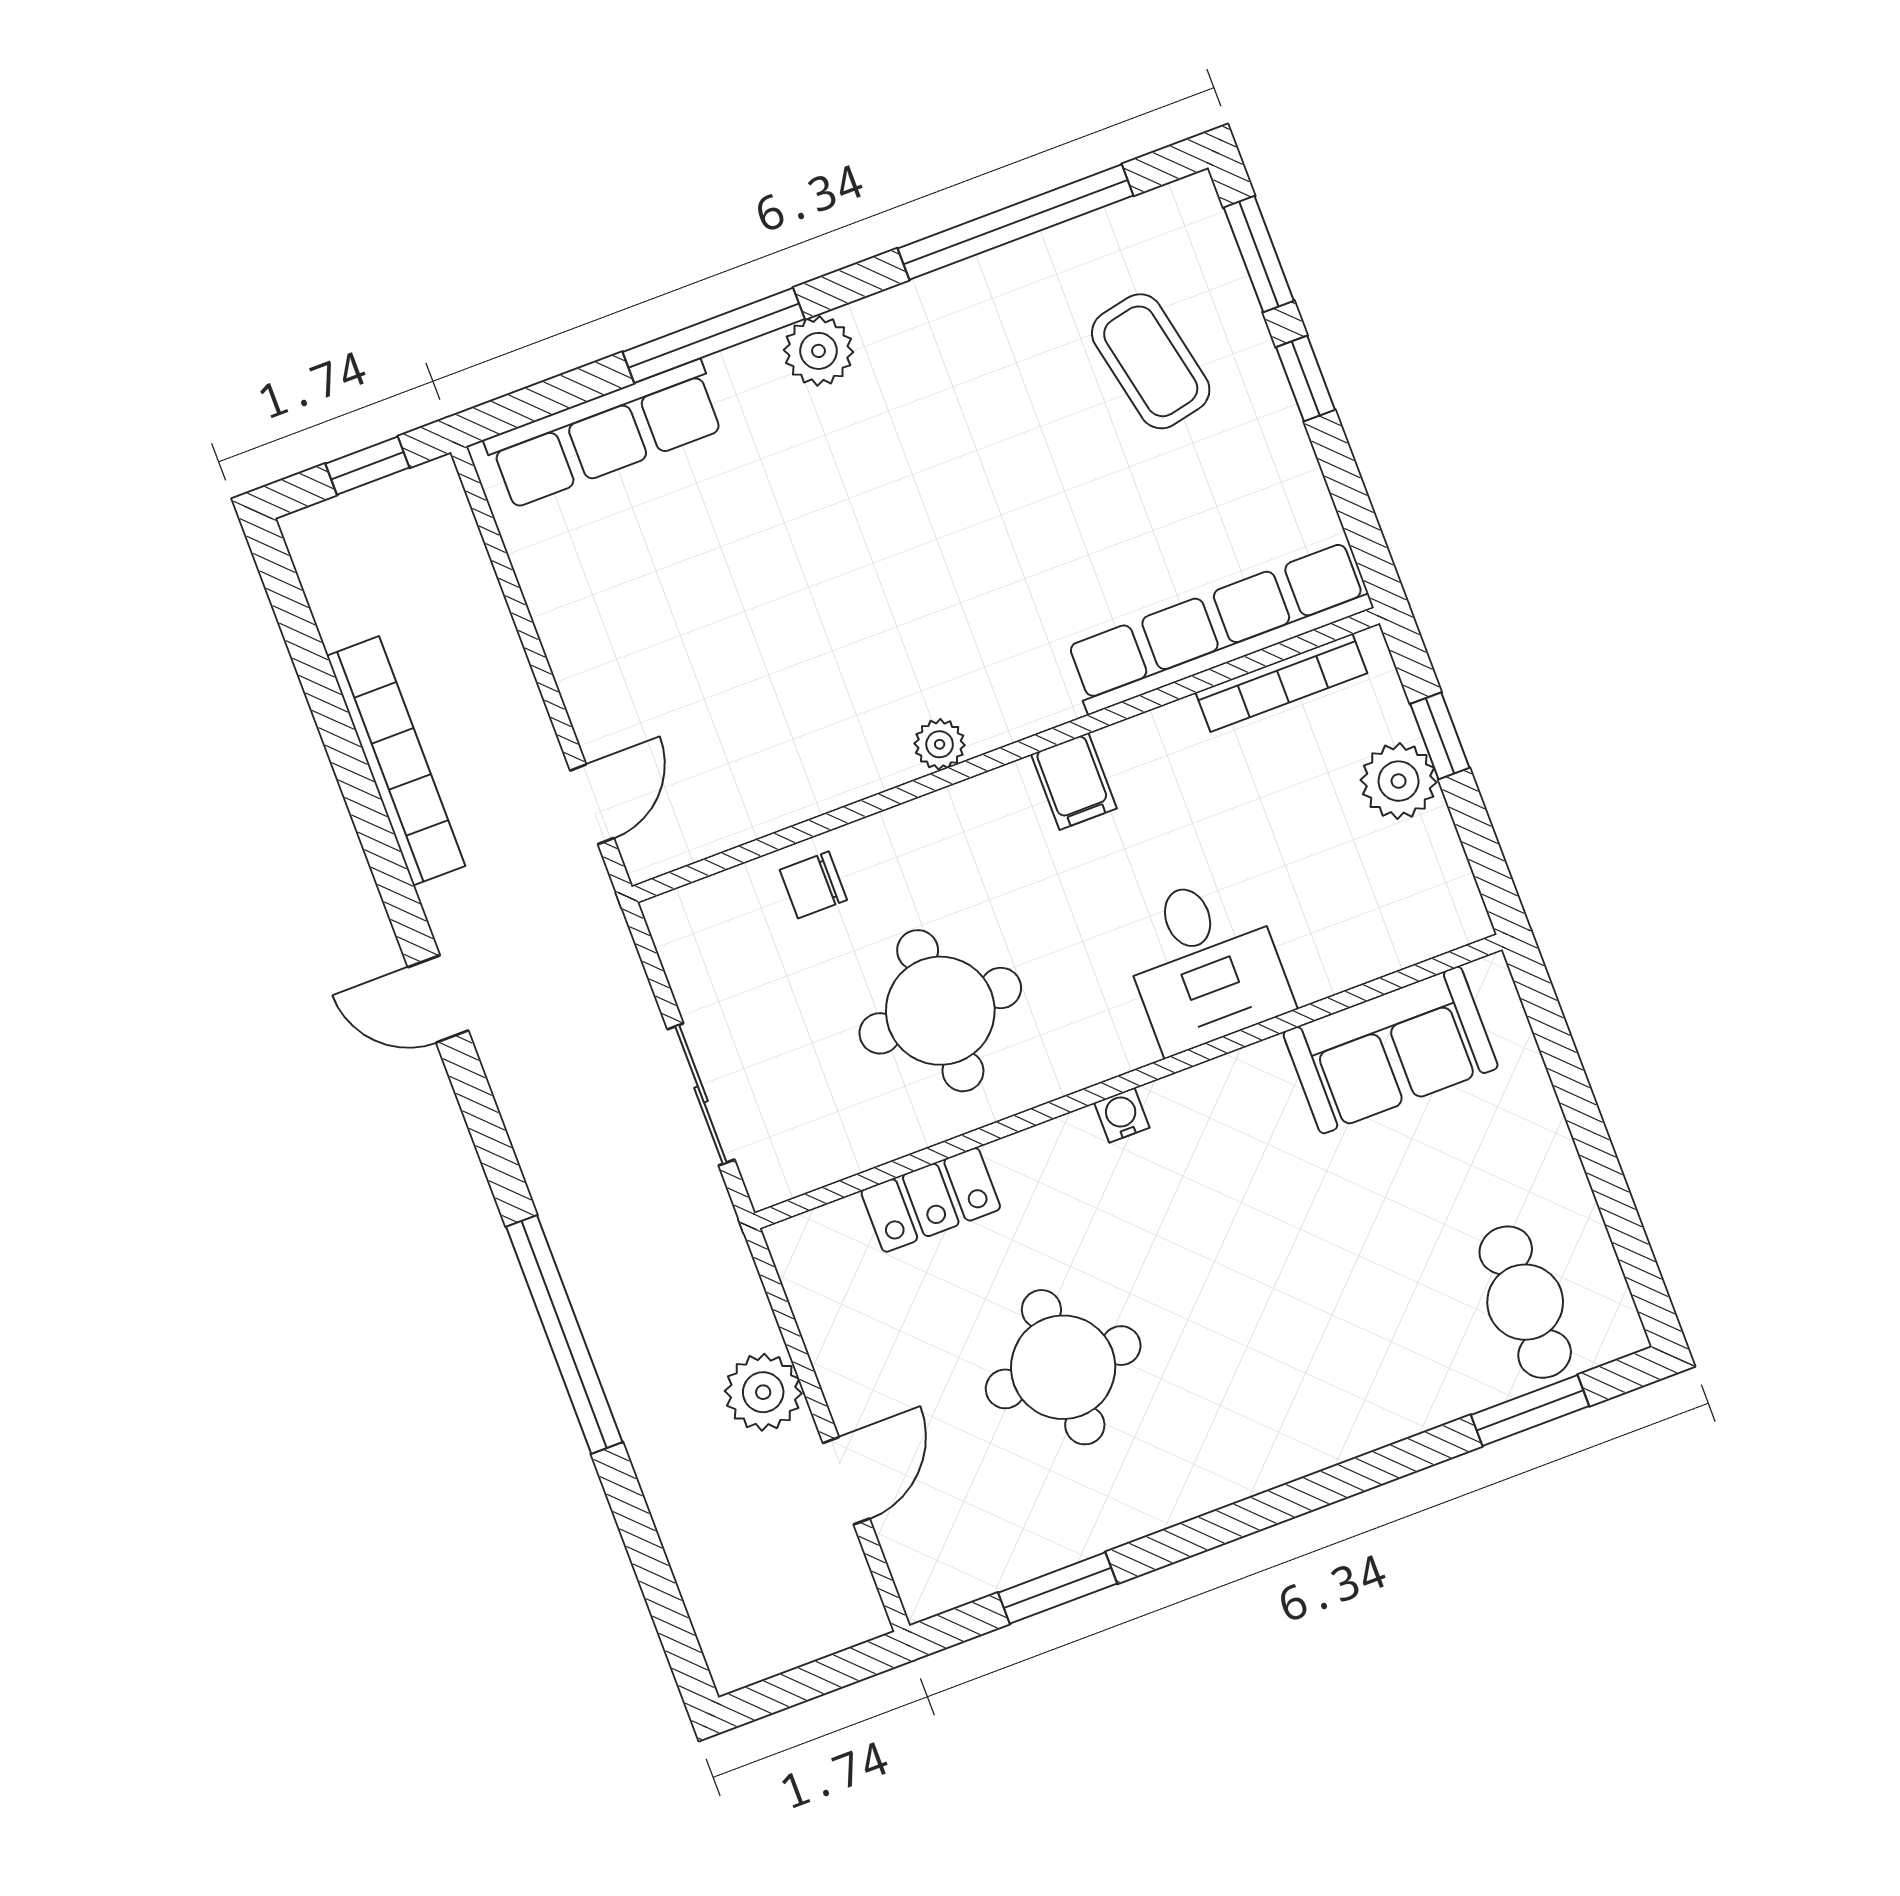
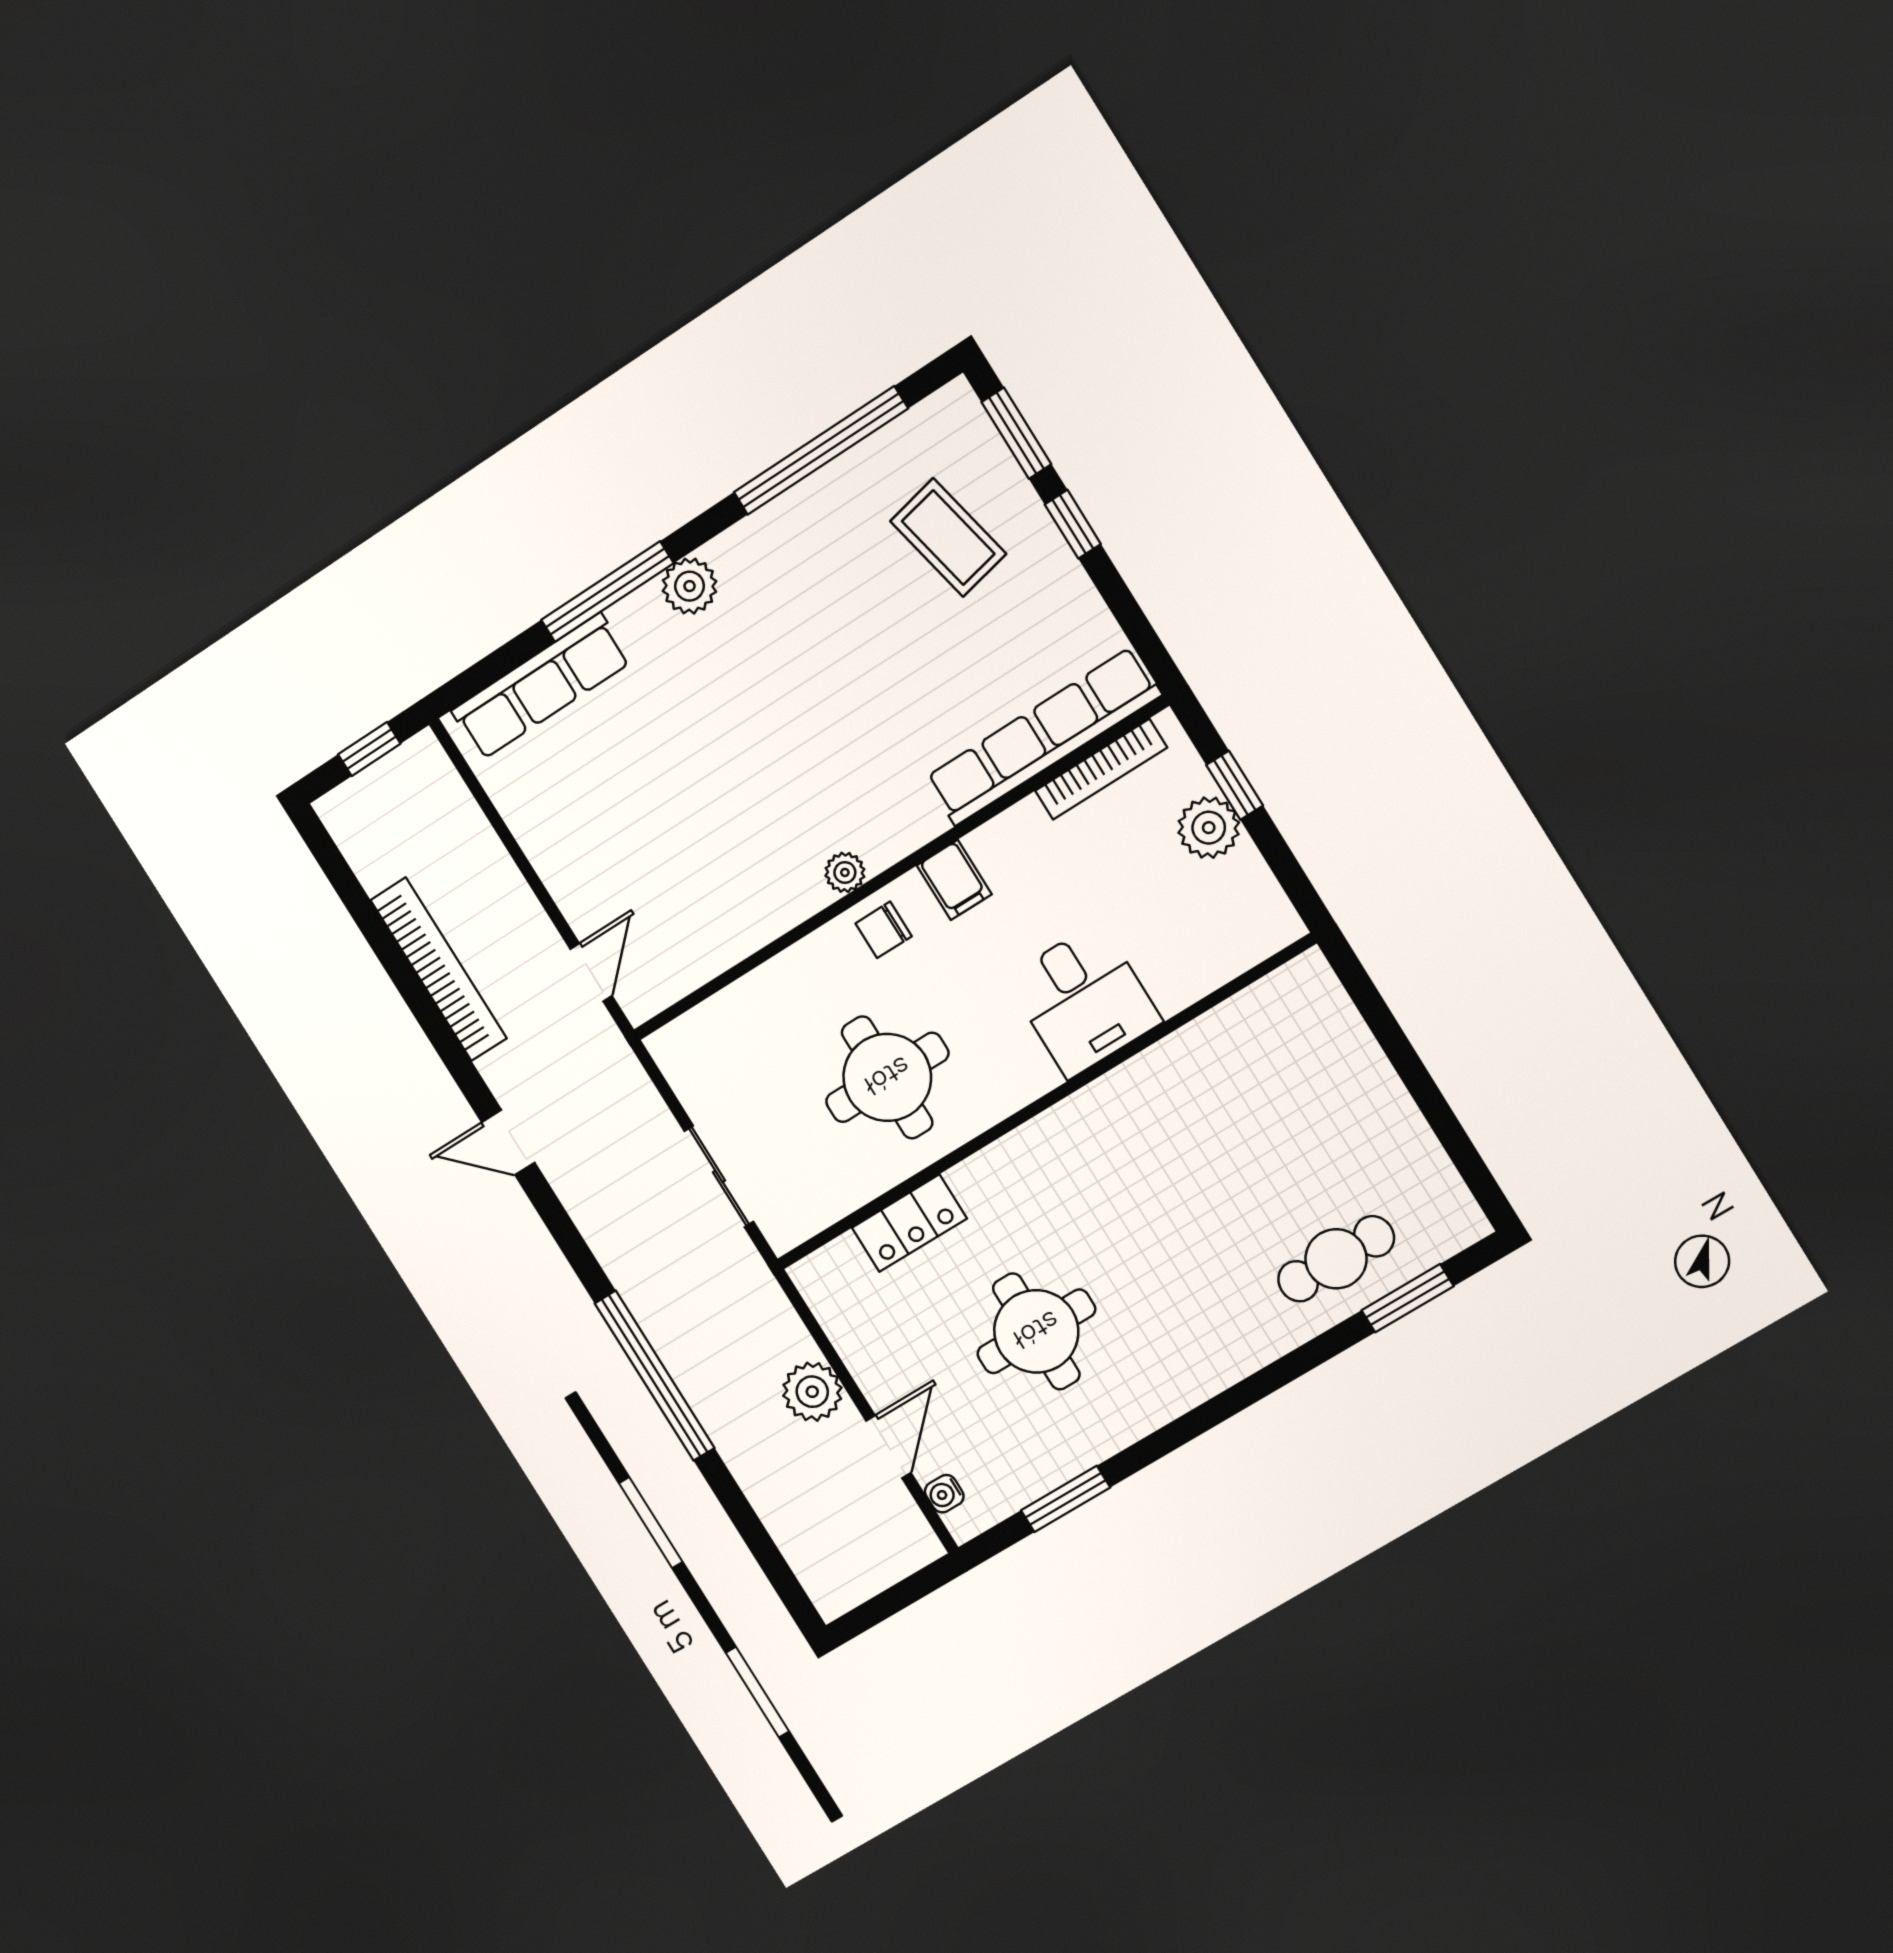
chair: (813, 885) -> (884, 930), moved
sofa: (1391, 1050) -> (1243, 1040), removed
water cooler: (1122, 1115) -> (944, 1494), moved, turned -90
cafe table: (1525, 1302) -> (1336, 1259), moved, turned 90

